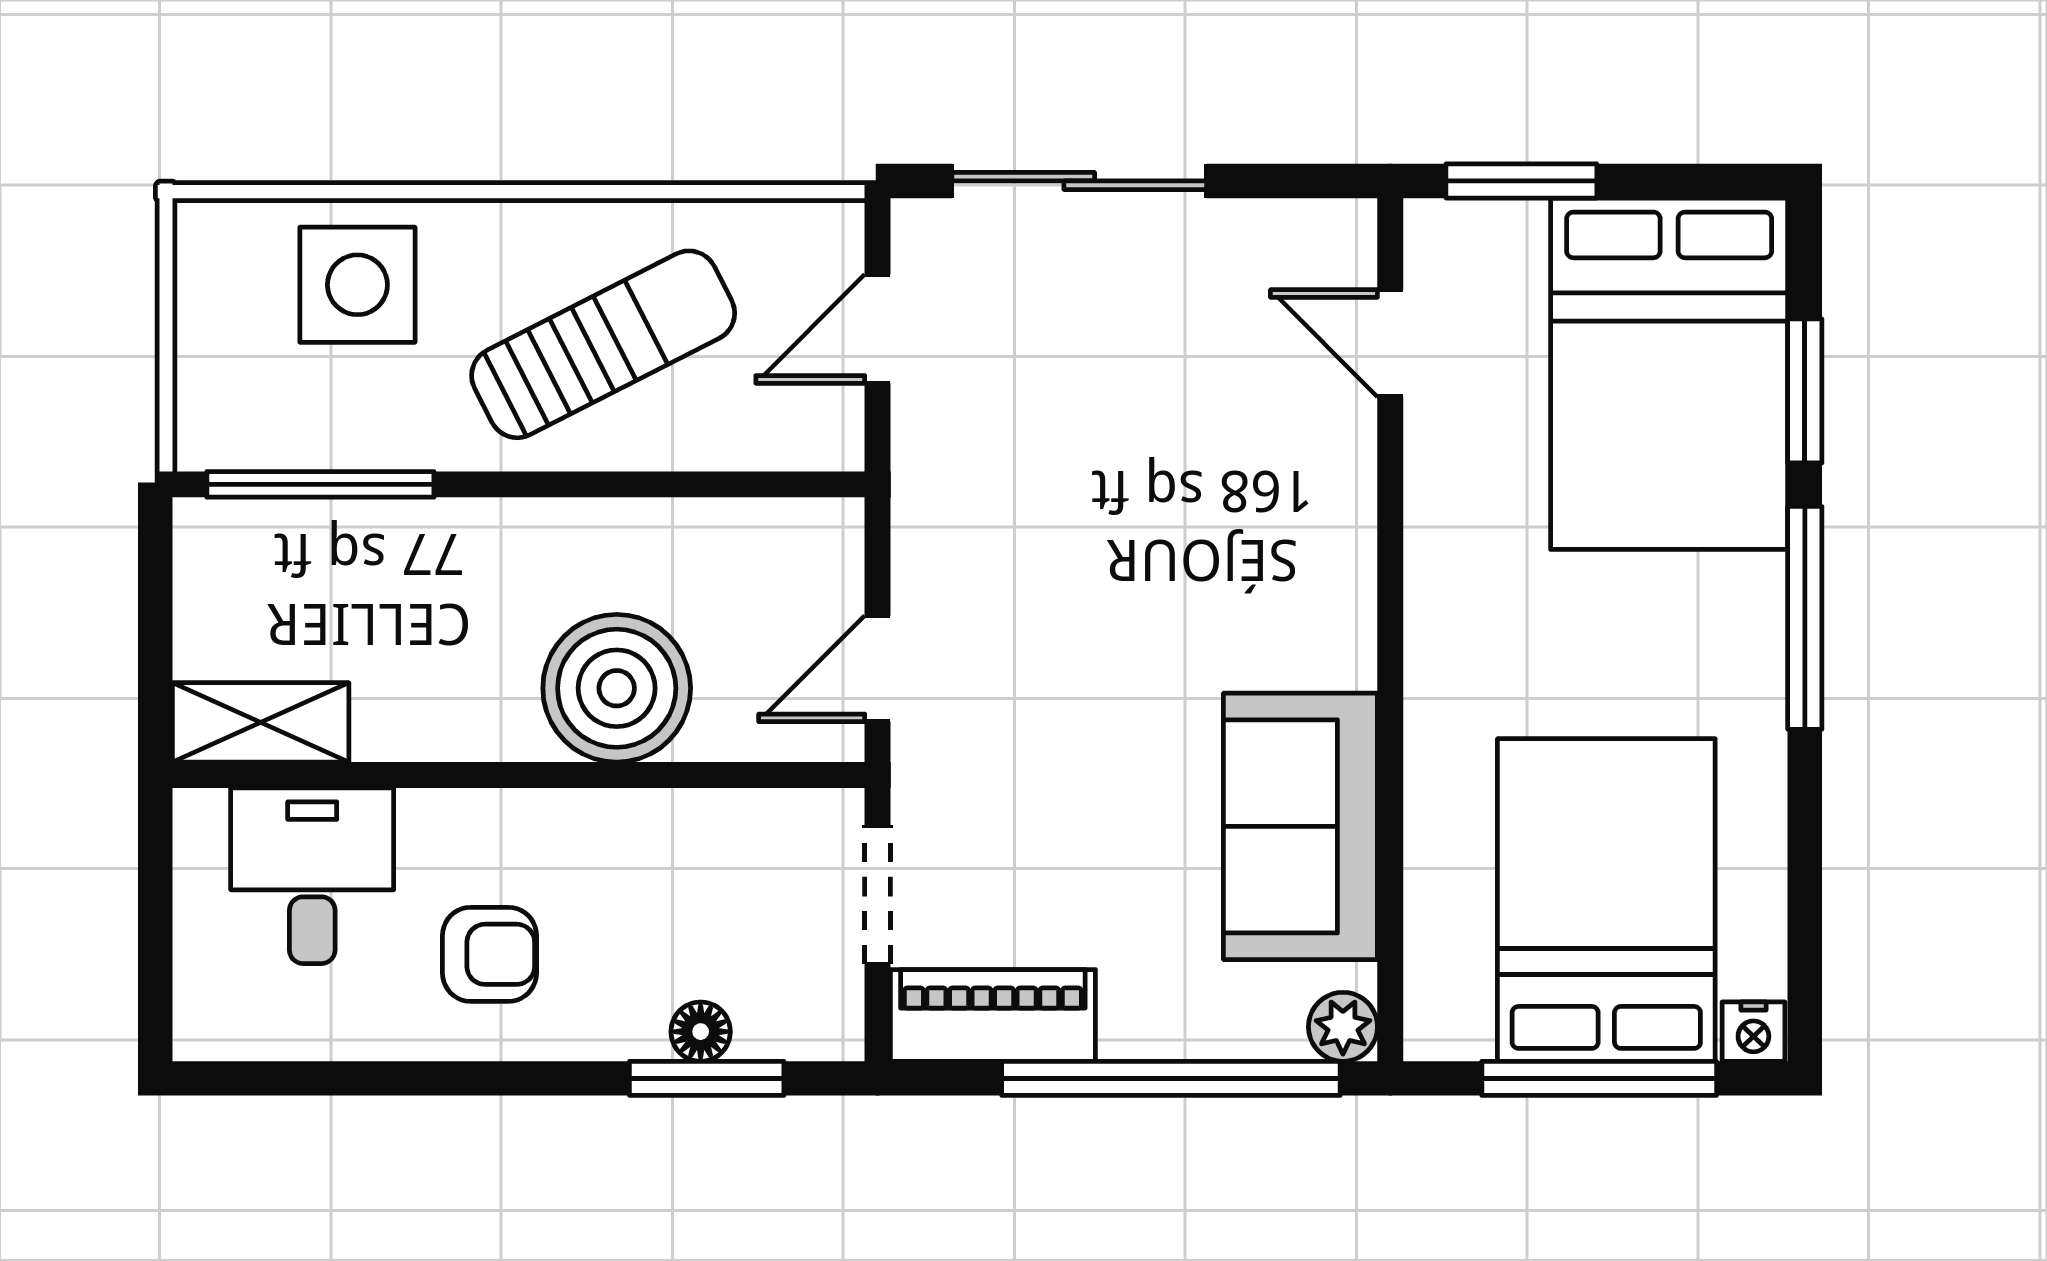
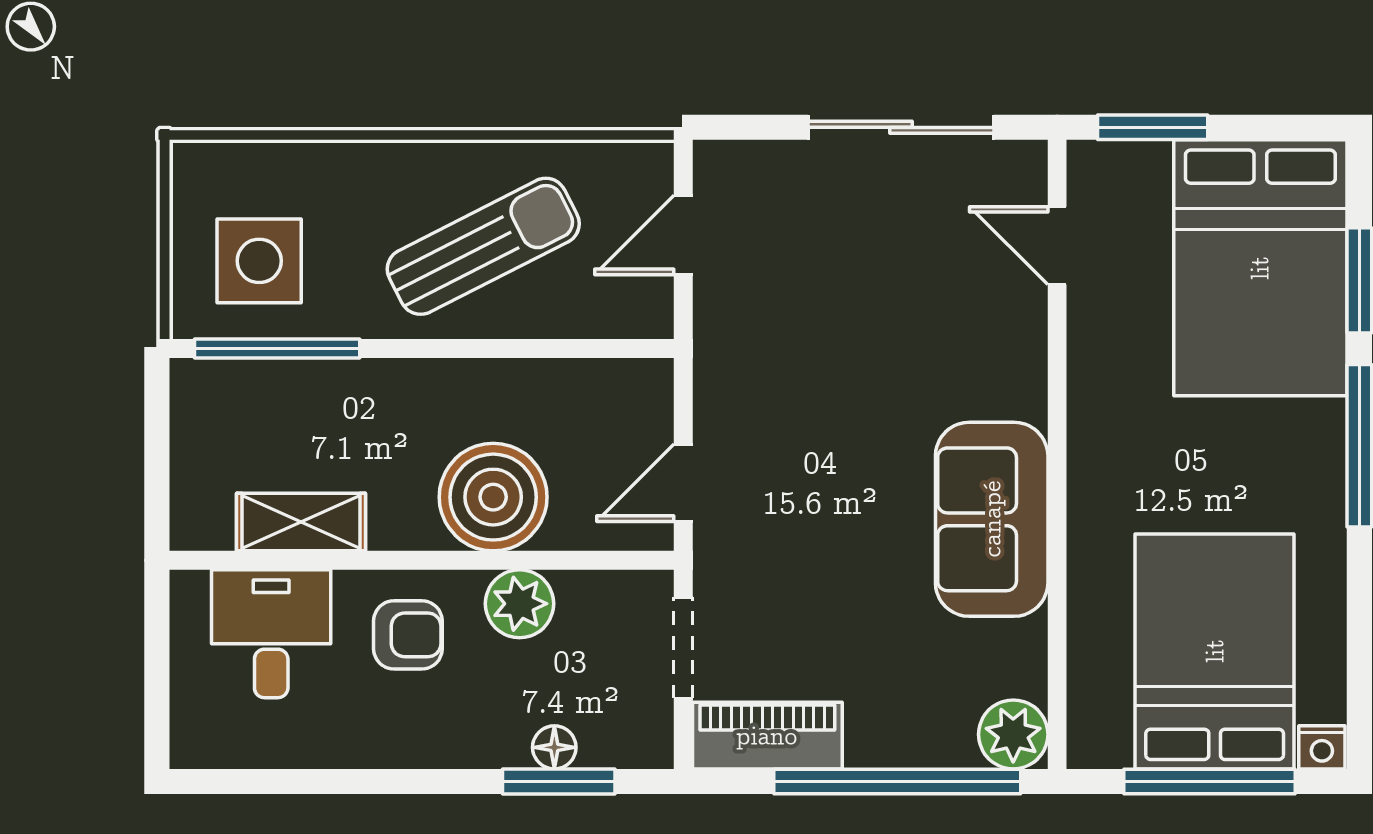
sliding door: (1079, 181) -> (901, 127), moved
side table: (357, 285) -> (259, 261), moved
shelving: (261, 722) -> (301, 522), moved
sofa: (1300, 826) -> (992, 519), moved
plant: (653, 835) -> (520, 604), added
armchair: (489, 954) -> (408, 635), moved
plant: (1343, 1027) -> (1013, 734), width x1.38, depth x1.38

